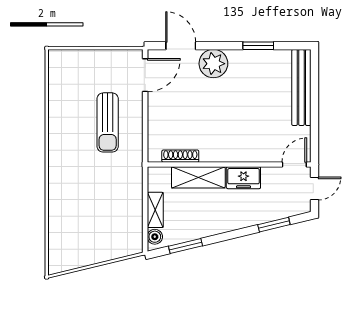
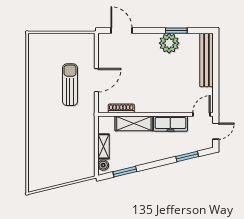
plant: (213, 64) -> (169, 43), moved
door: (145, 75) -> (96, 80), moved
sun lounger: (108, 122) -> (70, 85), turned 180
freezer: (243, 178) -> (170, 124), width x1.40

